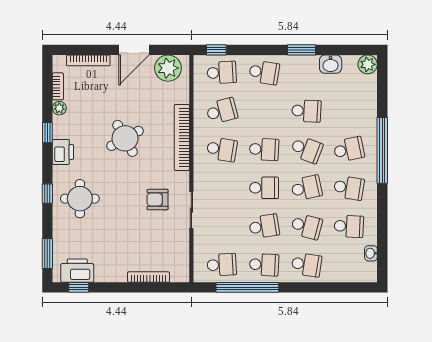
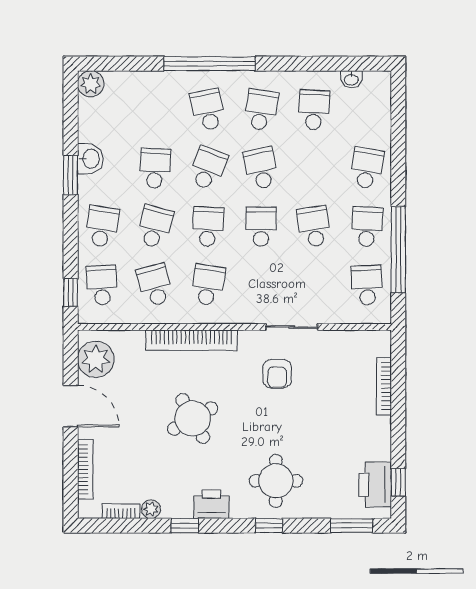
washbasin: (331, 64) -> (90, 159), moved
school desk: (306, 226) -> (155, 227), moved

